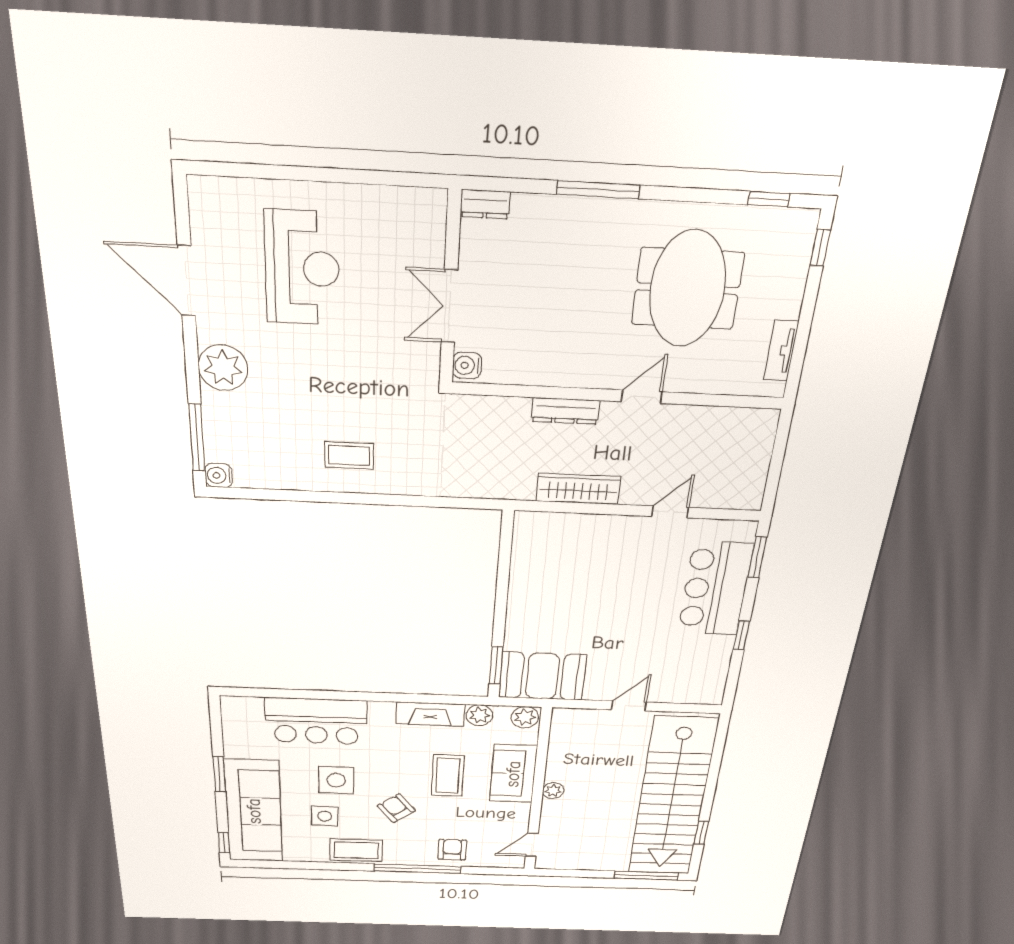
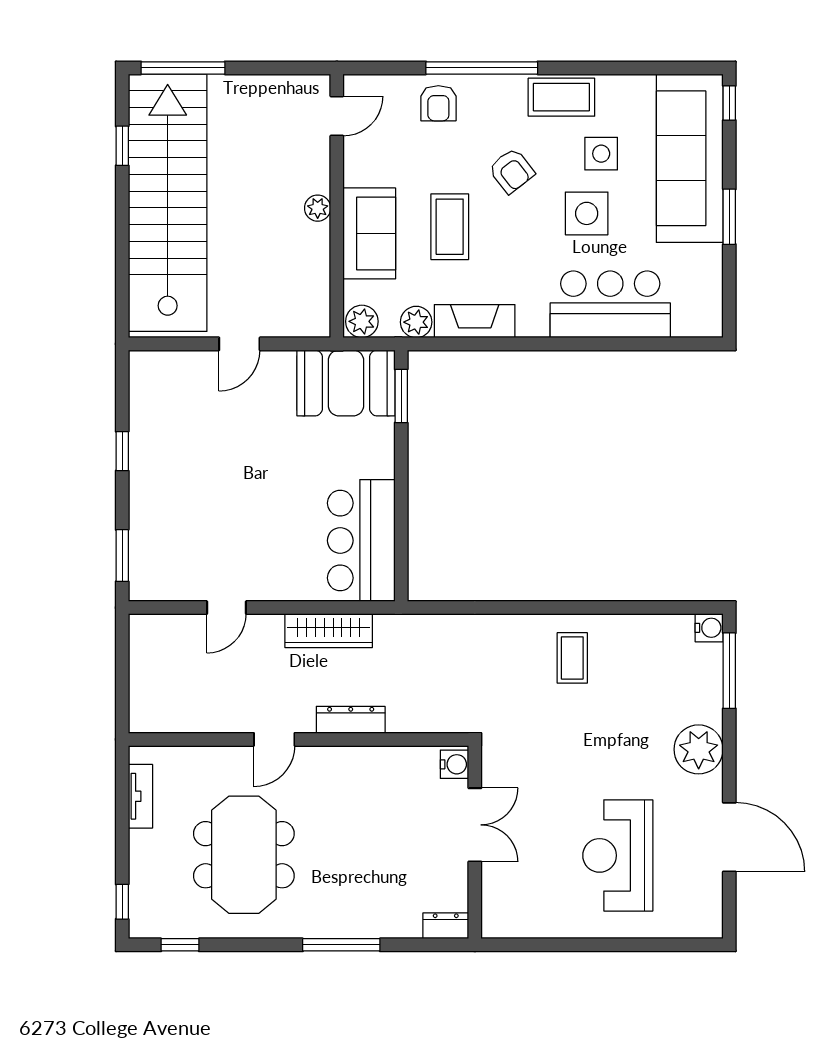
coffee table: (349, 455) -> (572, 658), turned 90
bar counter: (715, 589) -> (361, 541), moved, turned 180

